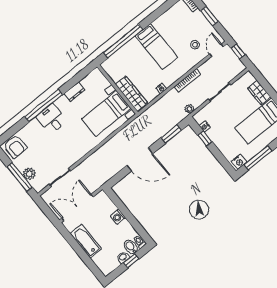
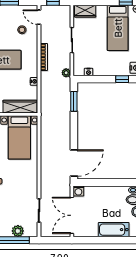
wardrobe: (259, 93) -> (85, 11), moved
window: (205, 138) -> (122, 79), moved
door: (140, 160) -> (74, 163), moved
washing machine: (118, 217) -> (78, 191), moved
bathtub: (86, 241) -> (114, 230), moved

